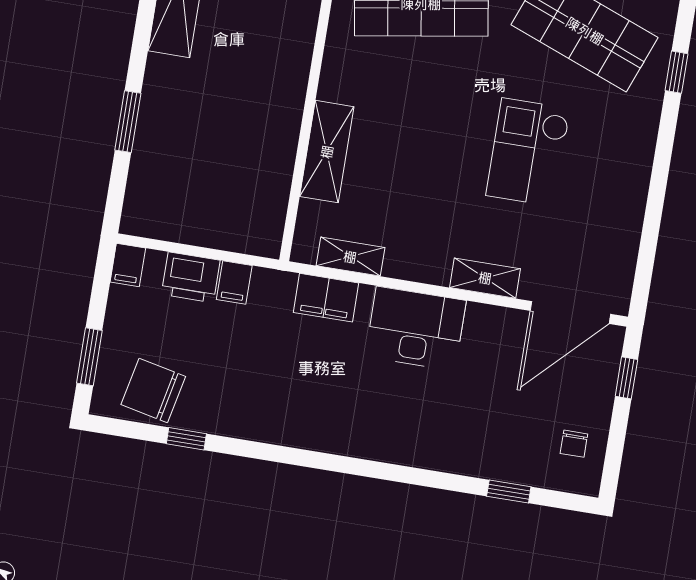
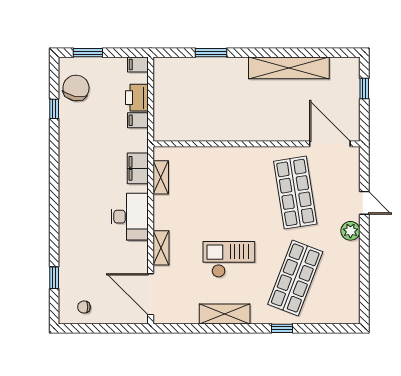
shelving: (327, 152) -> (225, 314), moved
window: (626, 378) -> (122, 328), removed

